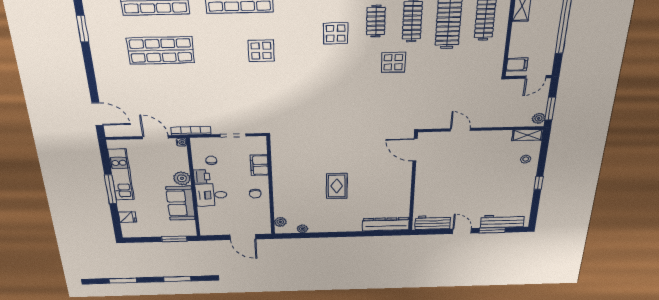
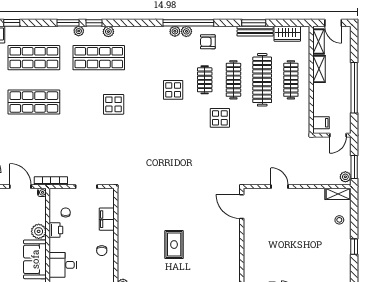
desk: (211, 195) -> (63, 265), moved

